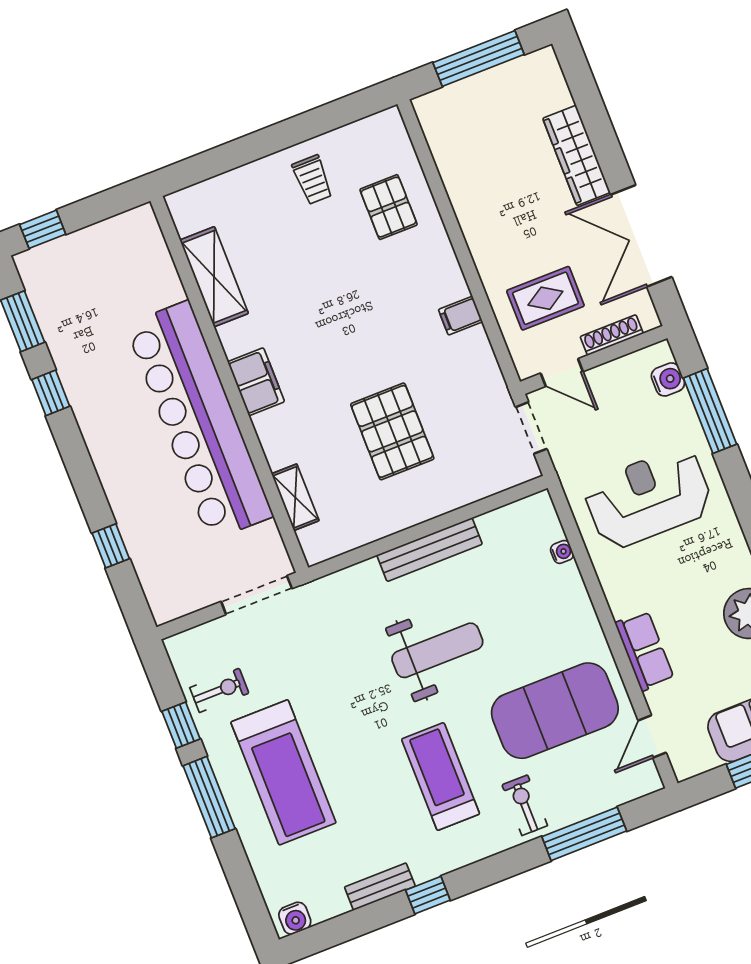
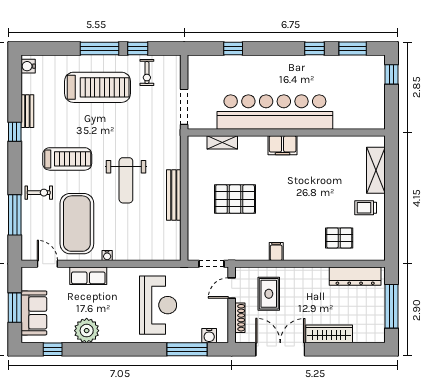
dresser: (449, 149) -> (355, 276), added
shelving: (214, 277) -> (376, 170), moved, turned 90
water cooler: (562, 552) -> (107, 256), moved
treadmill: (283, 772) -> (97, 87), turned 180

